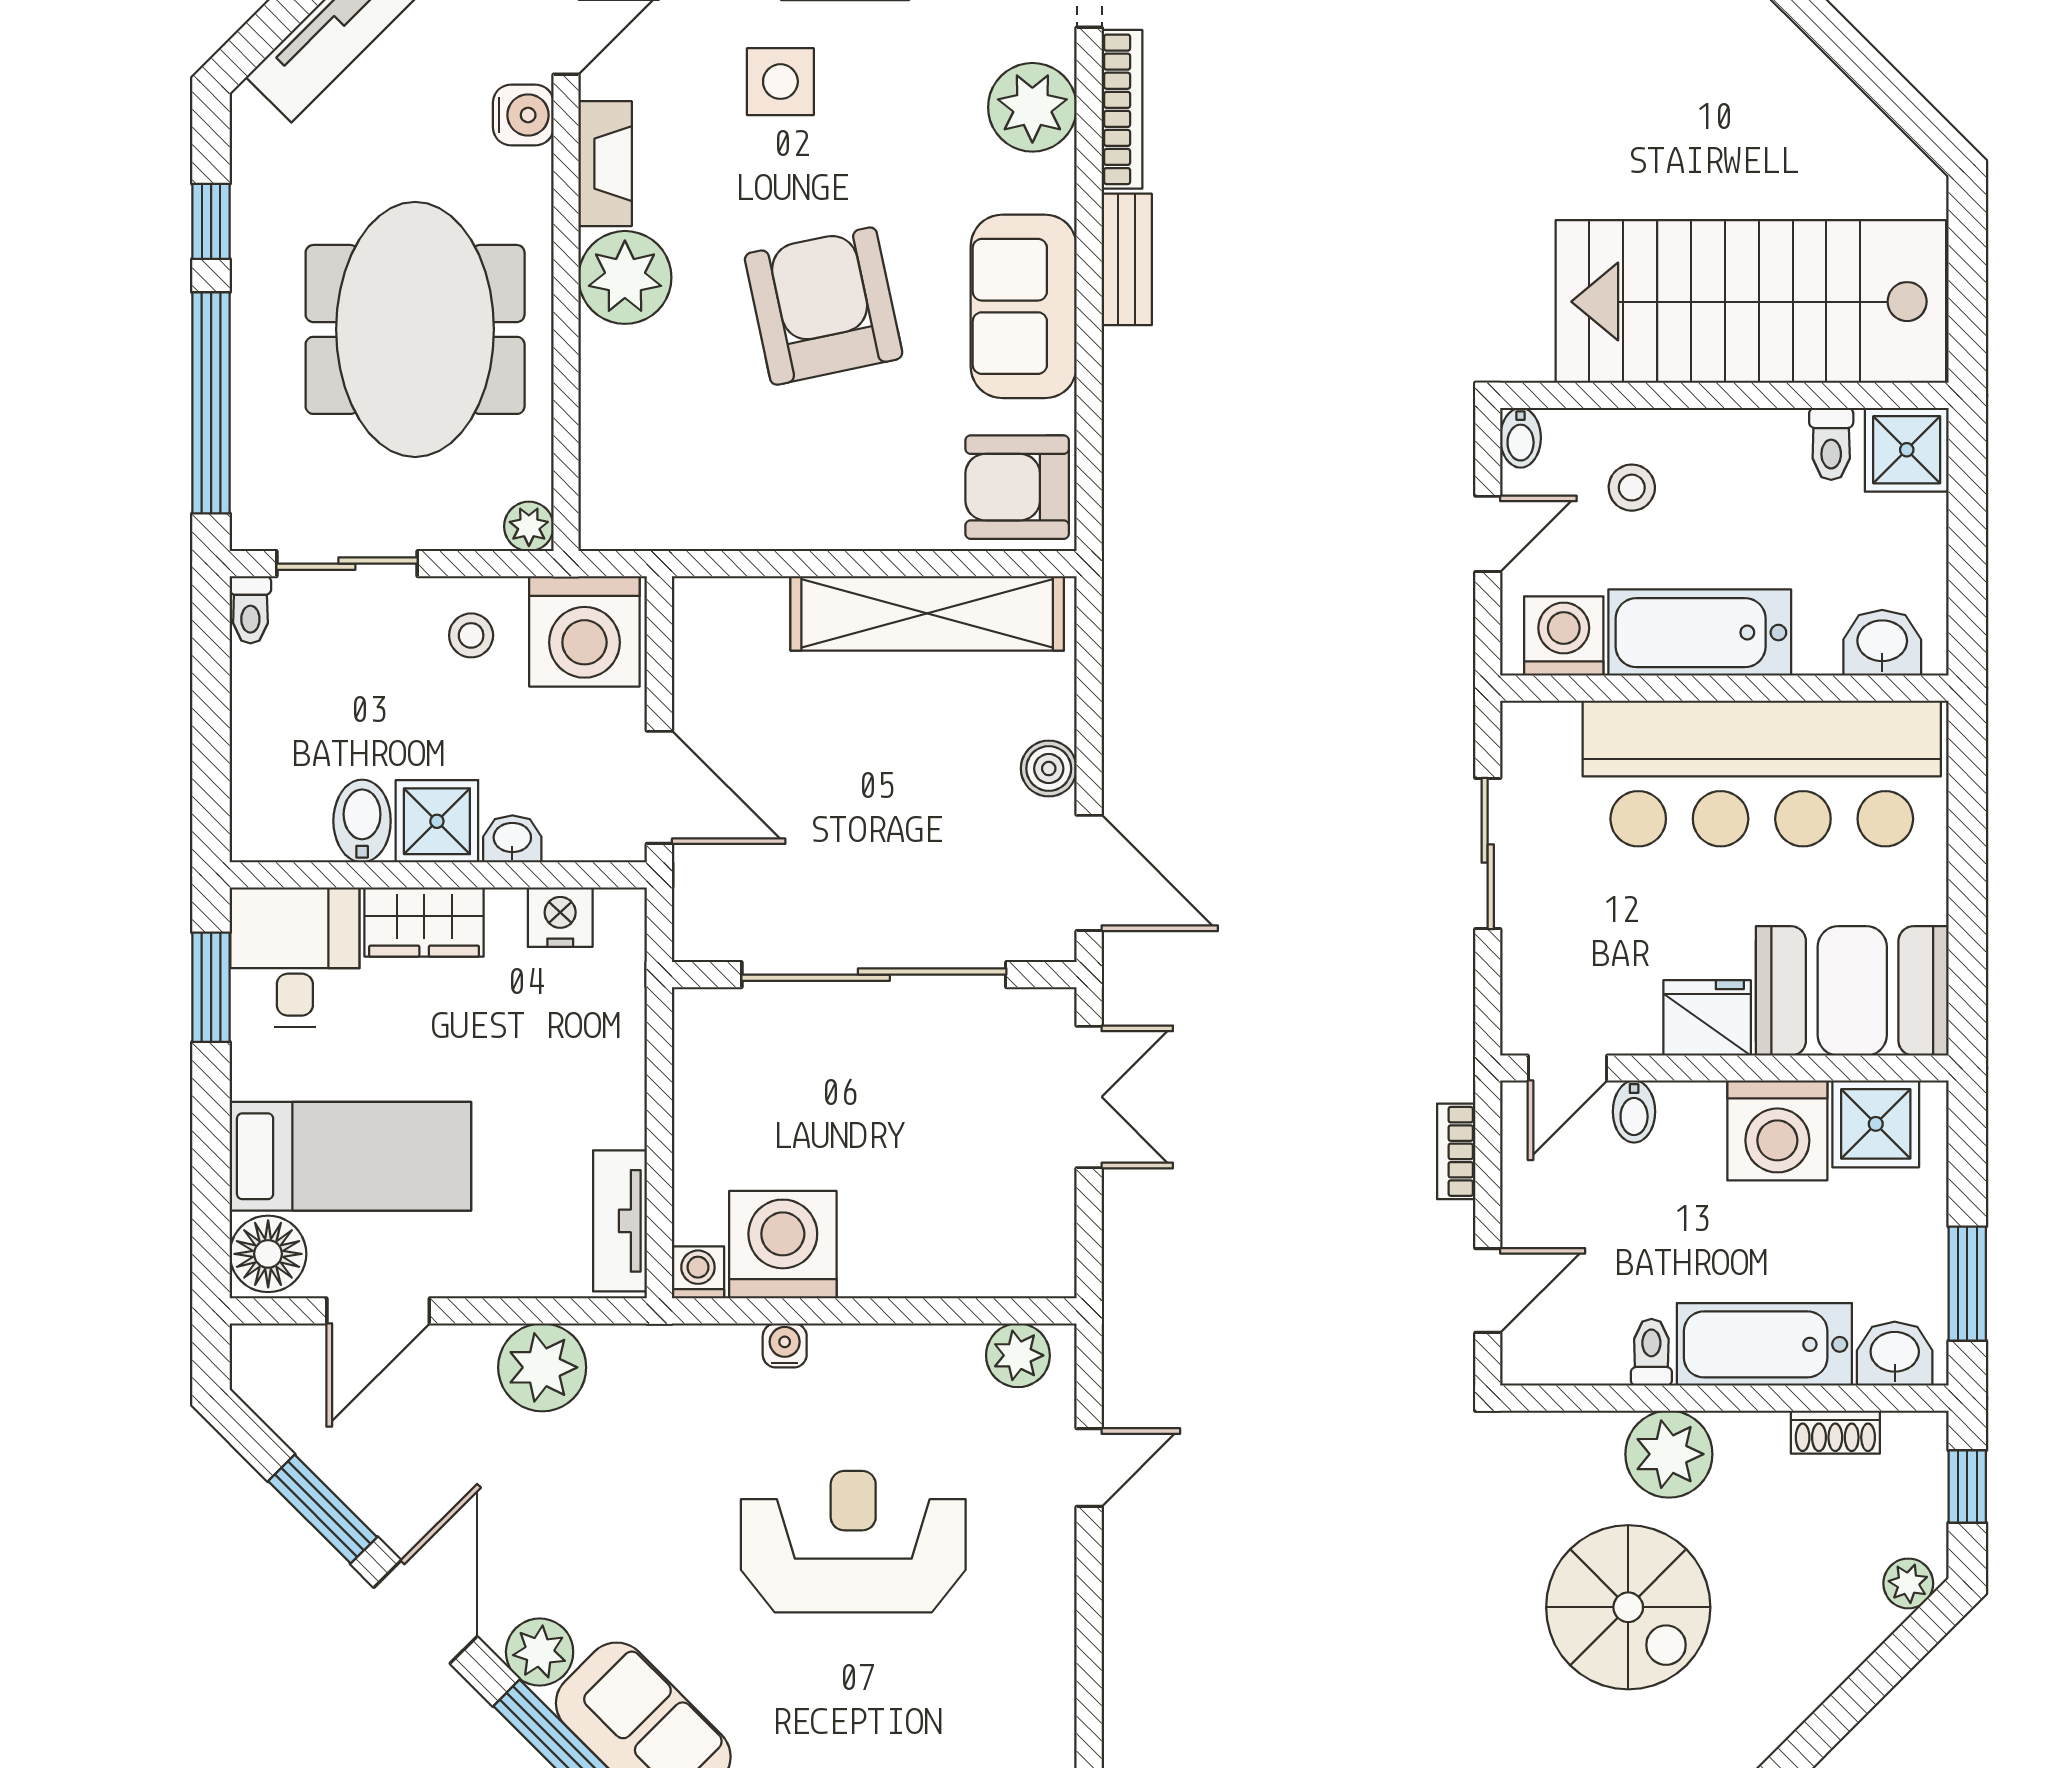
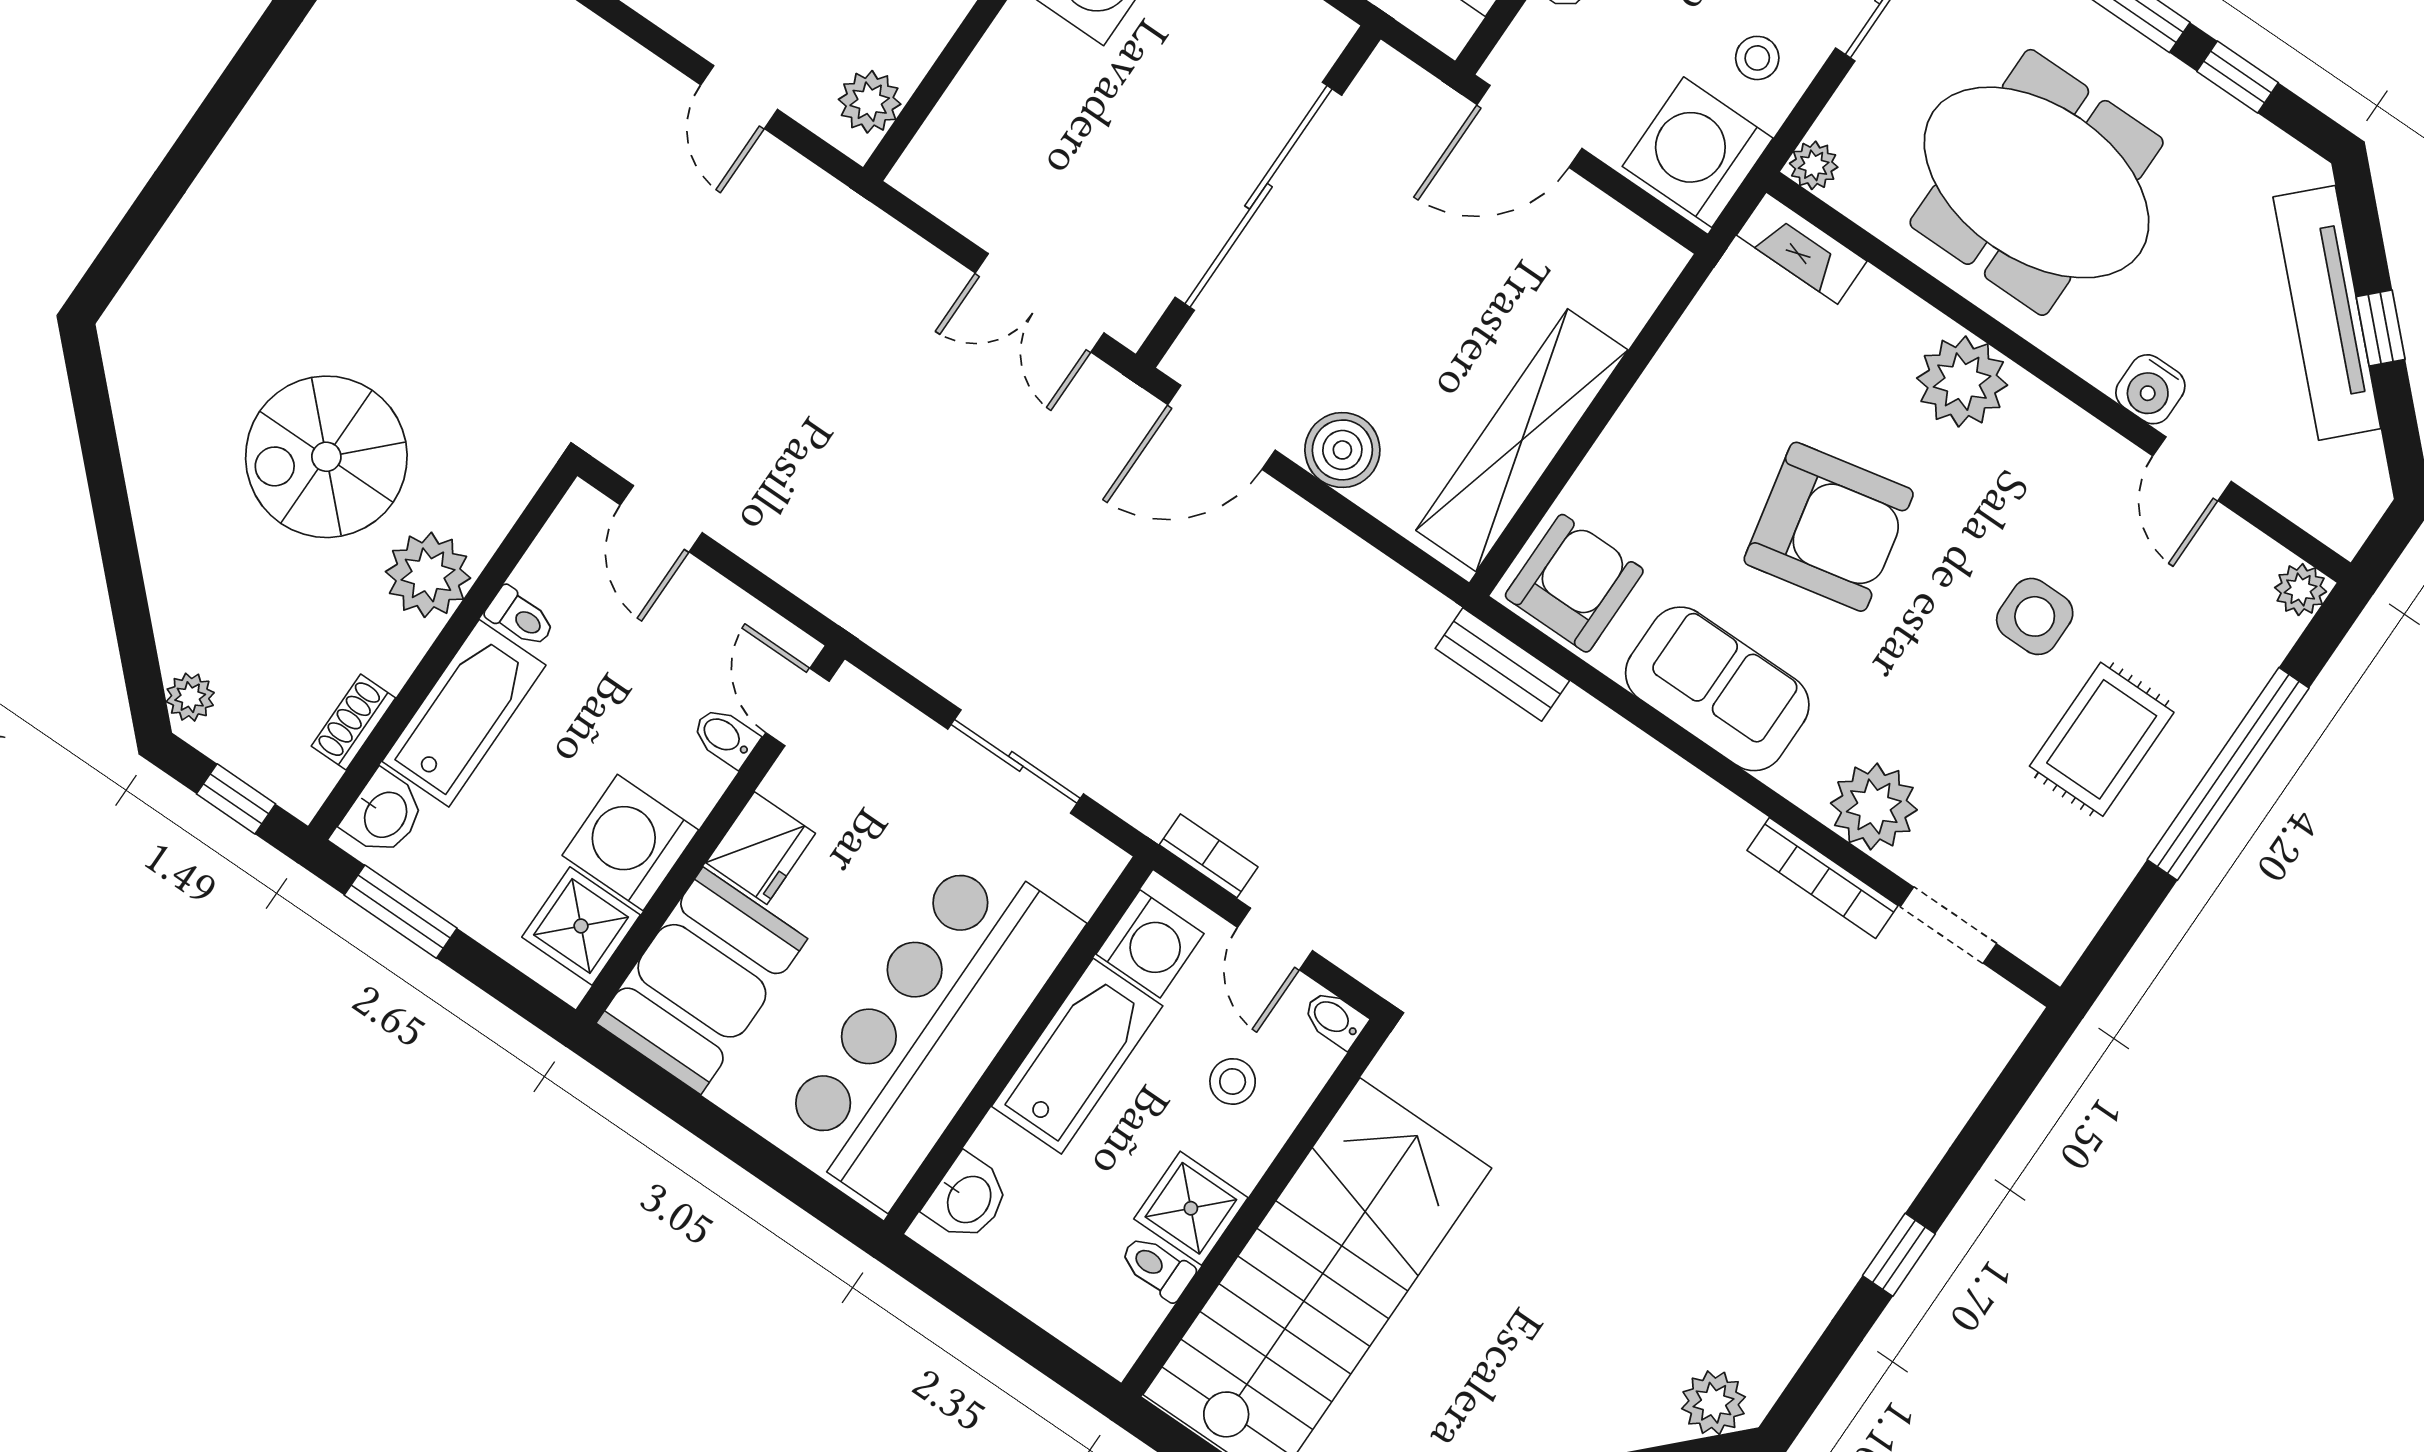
fireplace: (605, 164) -> (1802, 248), moved
bench: (1127, 259) -> (1502, 664), moved
shower: (1907, 450) -> (1191, 1208), moved
boiler: (1049, 769) -> (1342, 450), width x1.36, depth x1.36
bookcase: (1456, 1151) -> (1209, 856), moved

